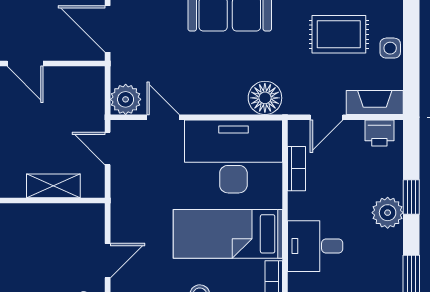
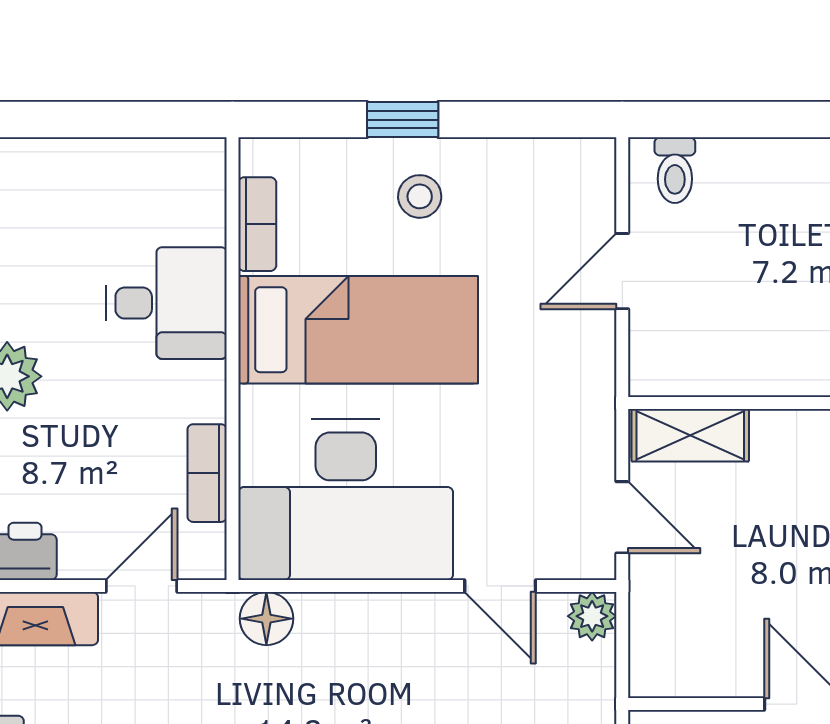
floor lamp: (265, 98) -> (266, 619), width x0.73, depth x0.73
plant: (126, 99) -> (592, 616), width x0.73, depth x0.73
shelving: (53, 186) -> (690, 435), moved

